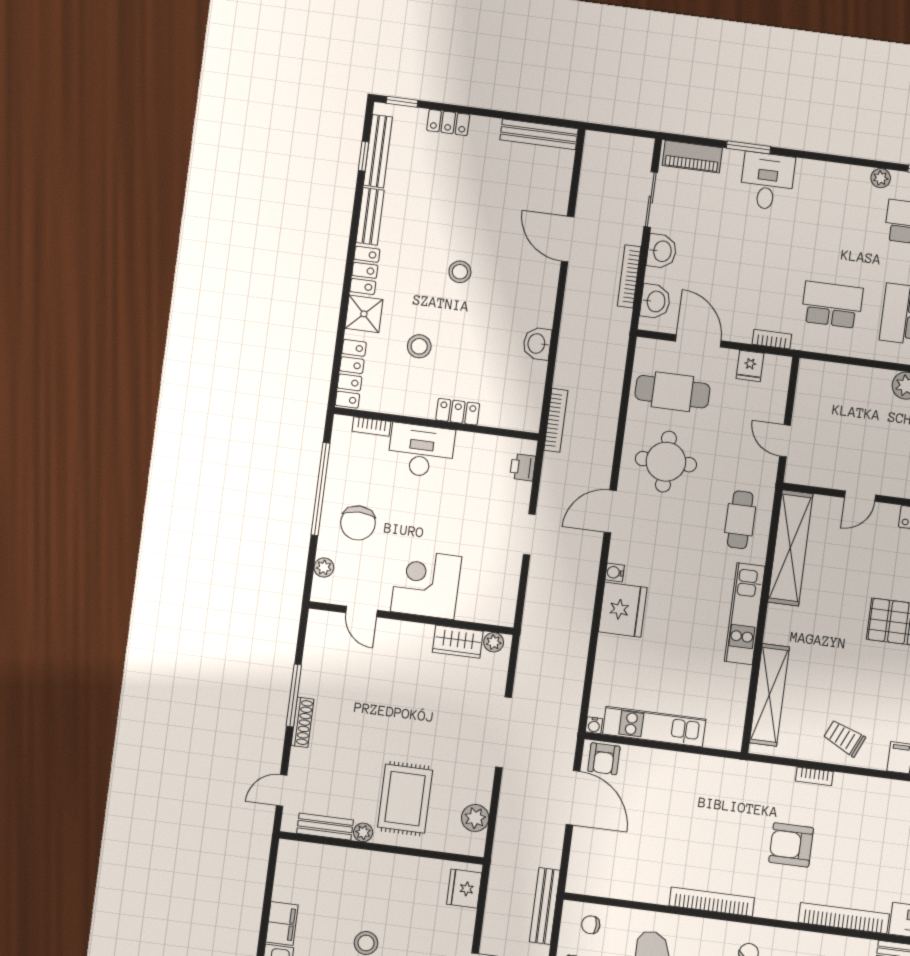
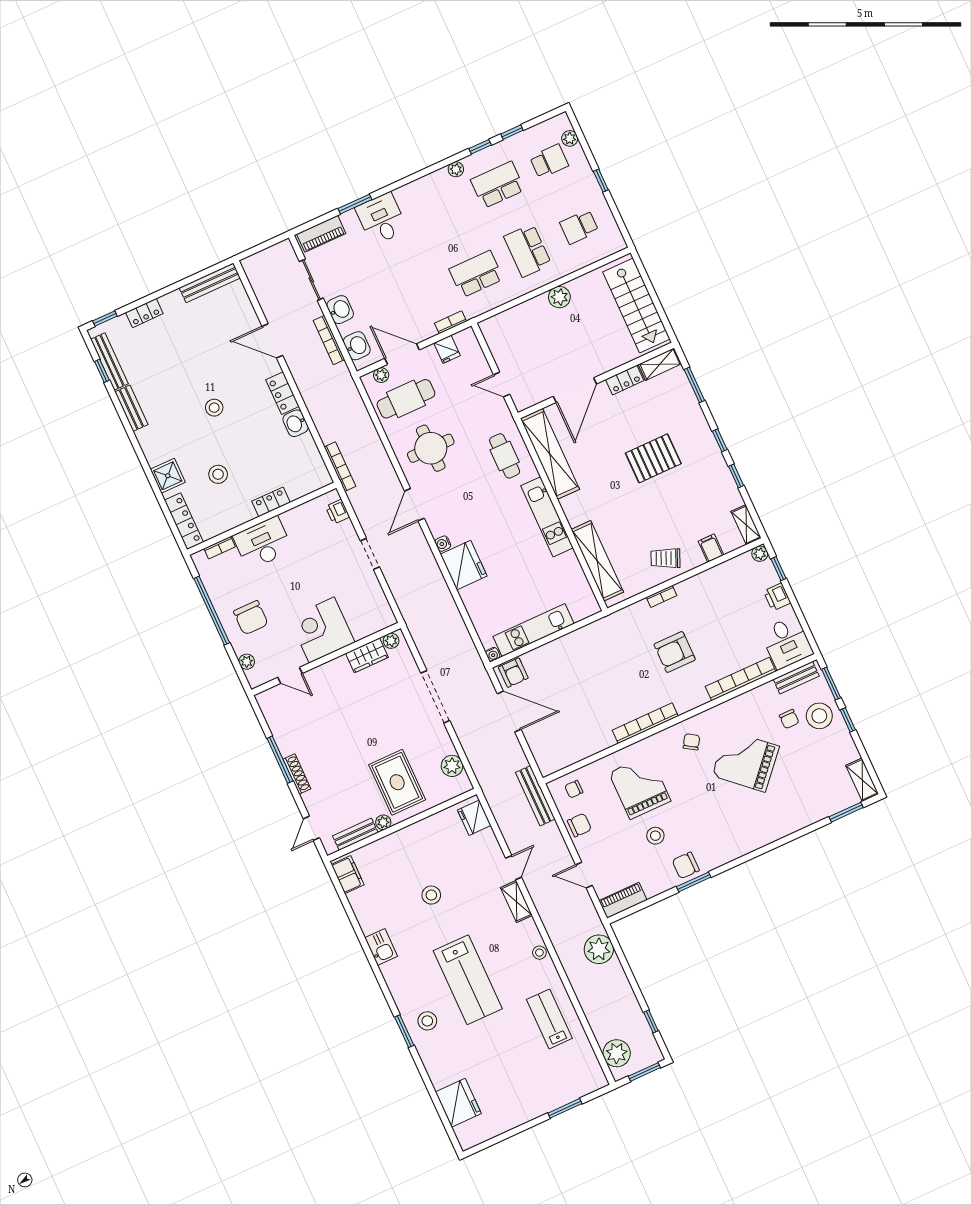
locker: (365, 270) -> (282, 393), moved, turned 180
plant: (662, 349) -> (381, 375), added
door: (860, 496) -> (575, 390), width x1.87
filing cabinet: (282, 923) -> (348, 875), moved

